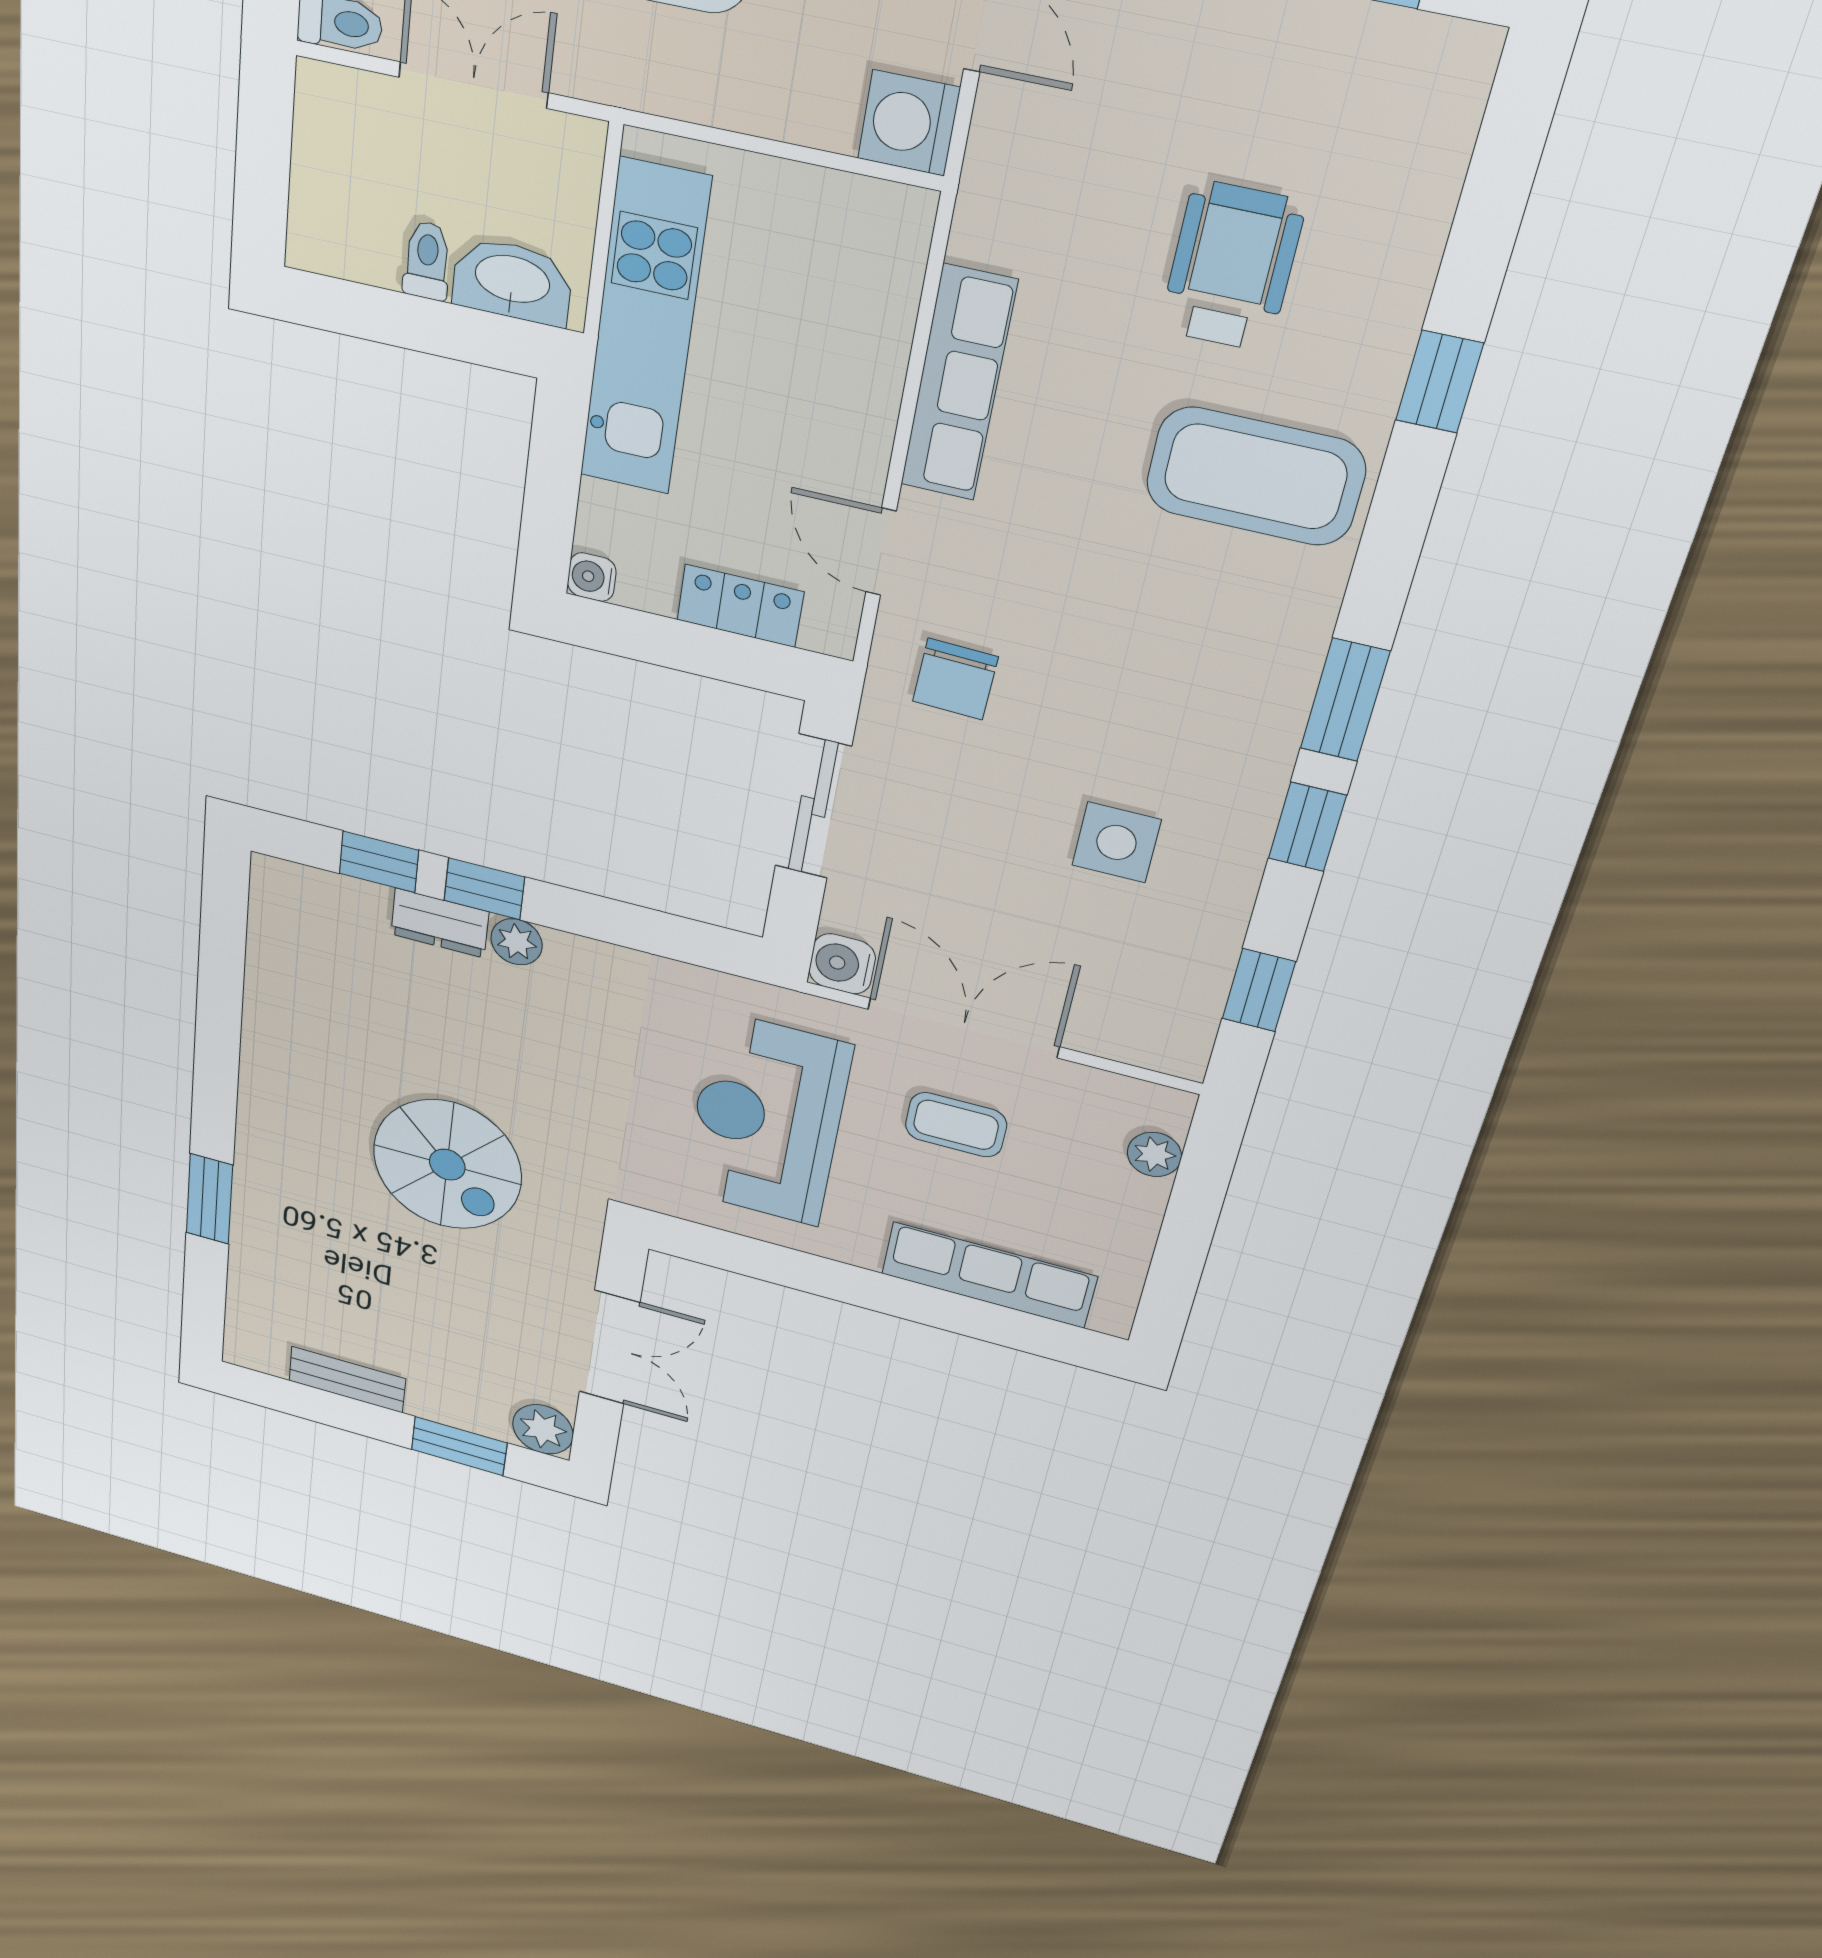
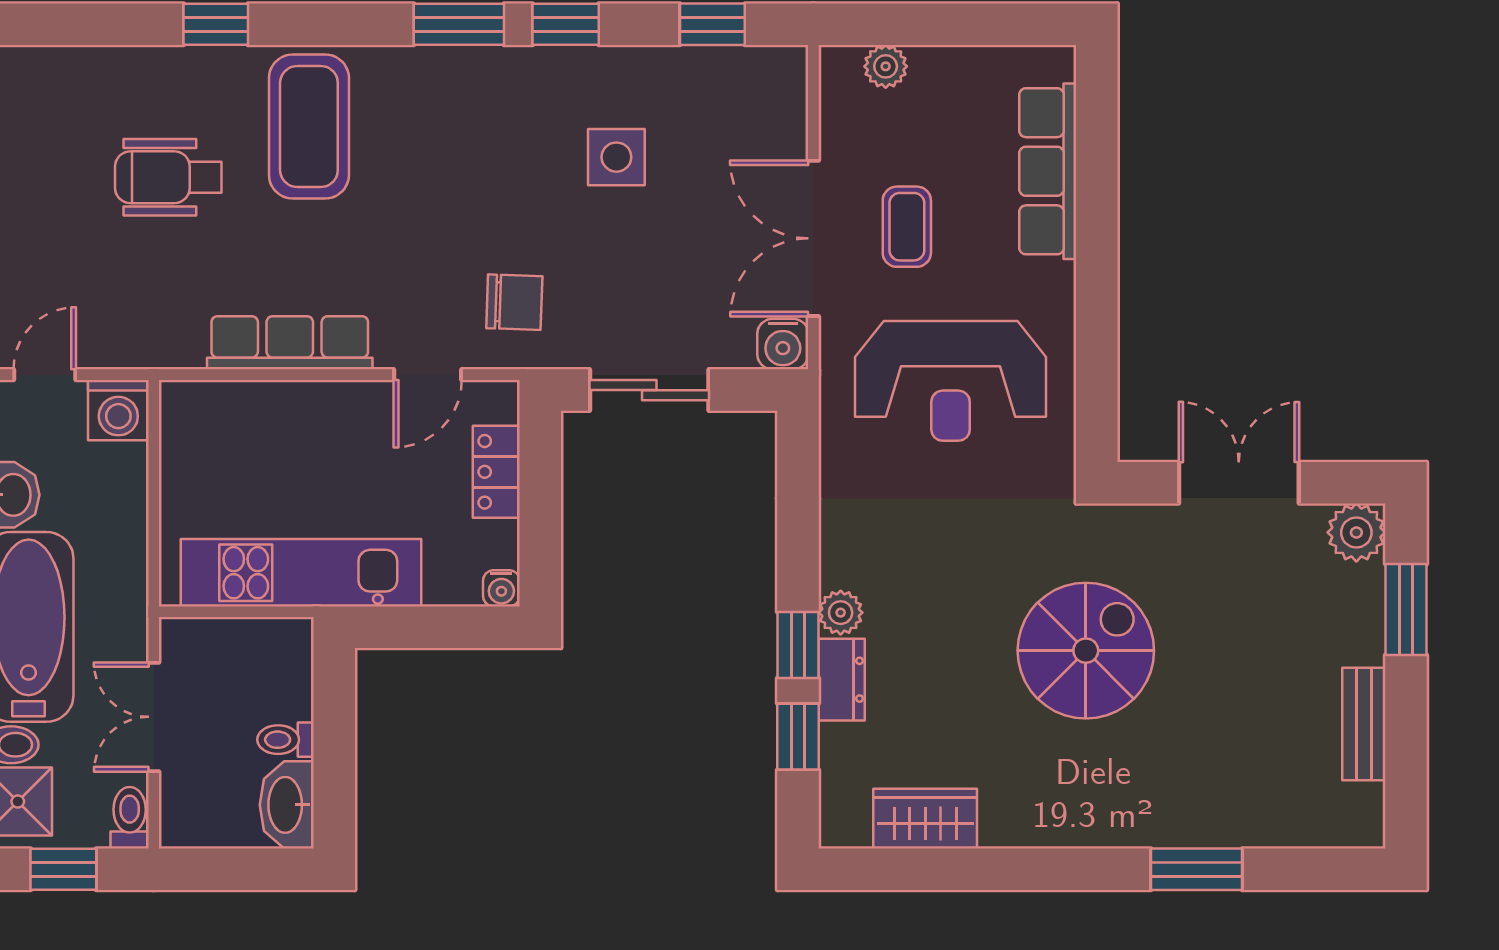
washbasin: (512, 281) -> (287, 805), moved
wardrobe: (277, 965) -> (925, 819), added

